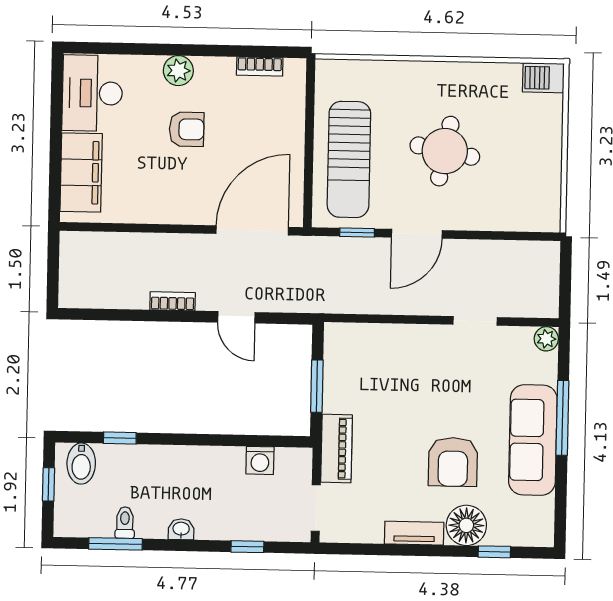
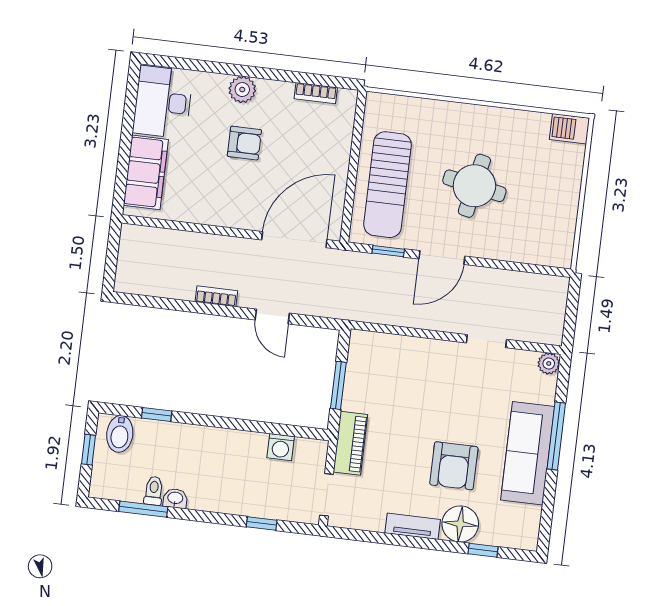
washbasin: (181, 529) -> (175, 498), moved

